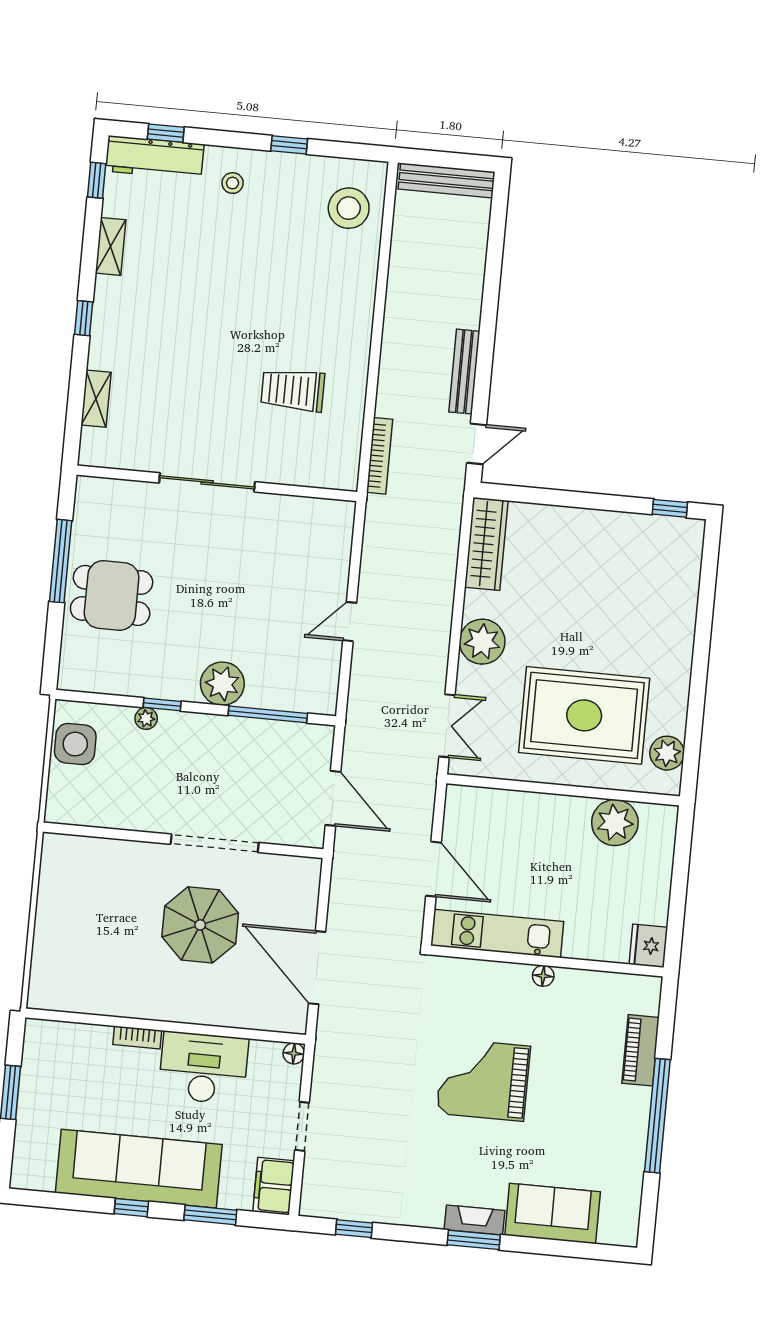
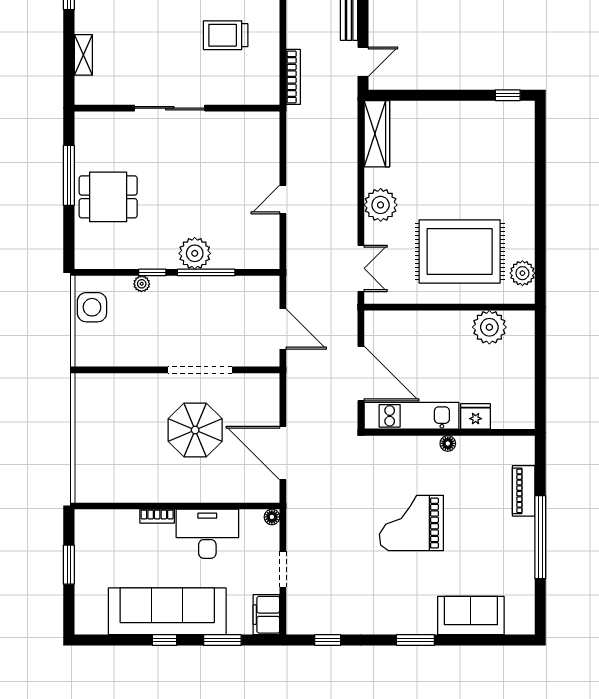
window: (268, 714) -> (206, 272), moved
door: (433, 869) -> (361, 373), width x1.36
fridge: (648, 946) -> (476, 416), moved, turned 90
fireplace: (474, 1220) -> (415, 626), removed

